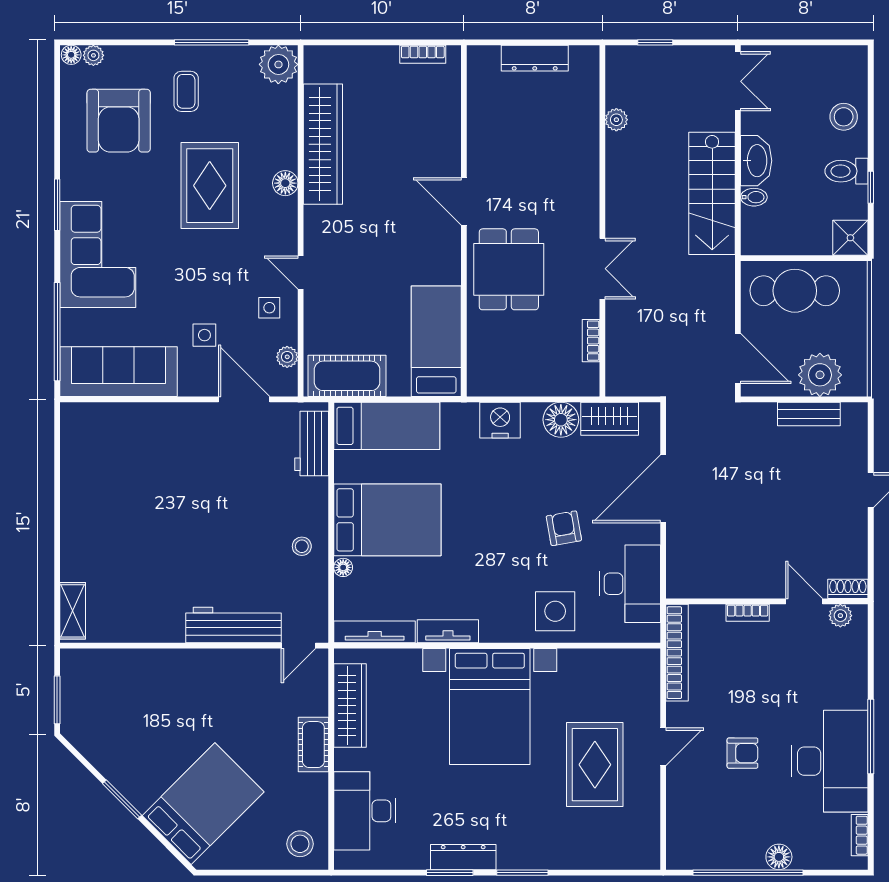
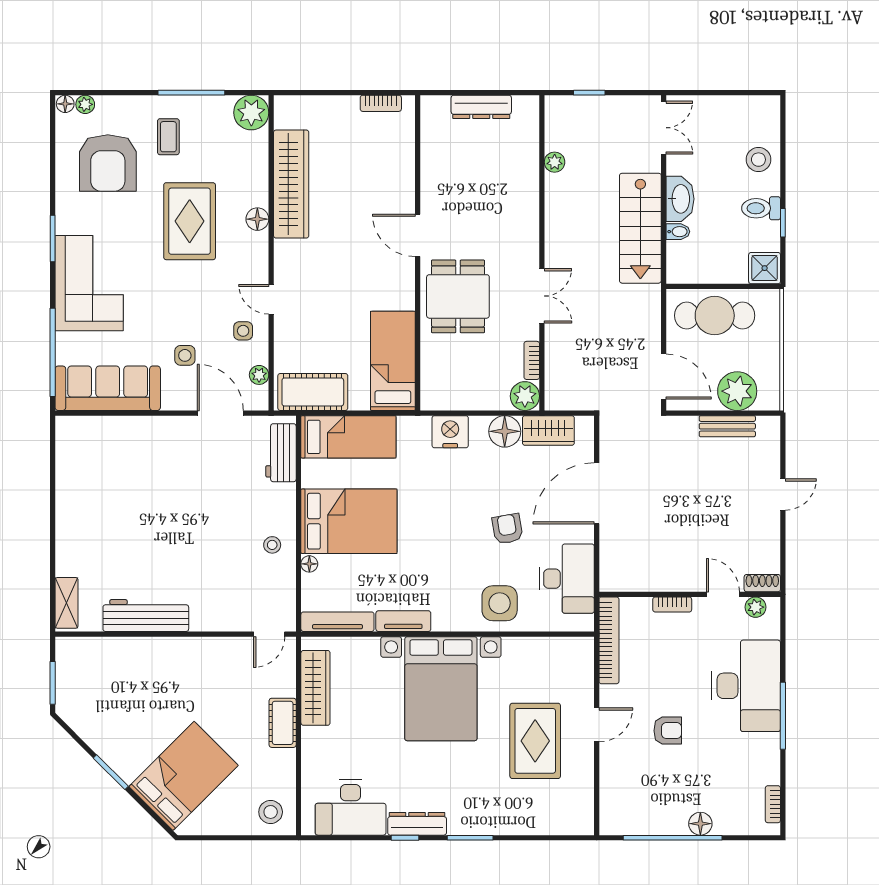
plant: (583, 380) -> (525, 396), added
workbench: (233, 625) -> (146, 616), moved
desk: (830, 761) -> (746, 686), moved
desk: (365, 811) -> (351, 808), moved, turned -90
window: (450, 873) -> (405, 838), width x0.67

